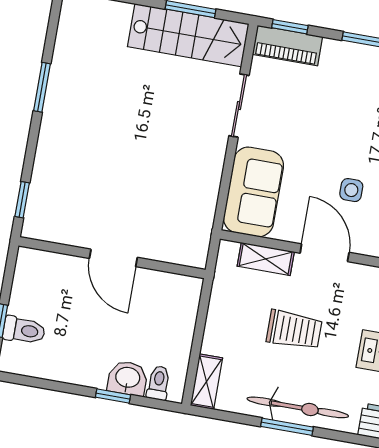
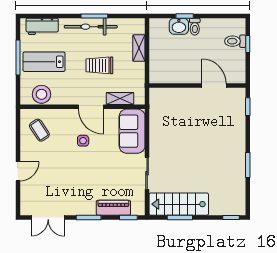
piano: (287, 46) -> (113, 208), moved
door: (113, 258) -> (214, 86), moved
shelving: (206, 382) -> (139, 48), moved
toilet: (158, 383) -> (195, 27), moved

